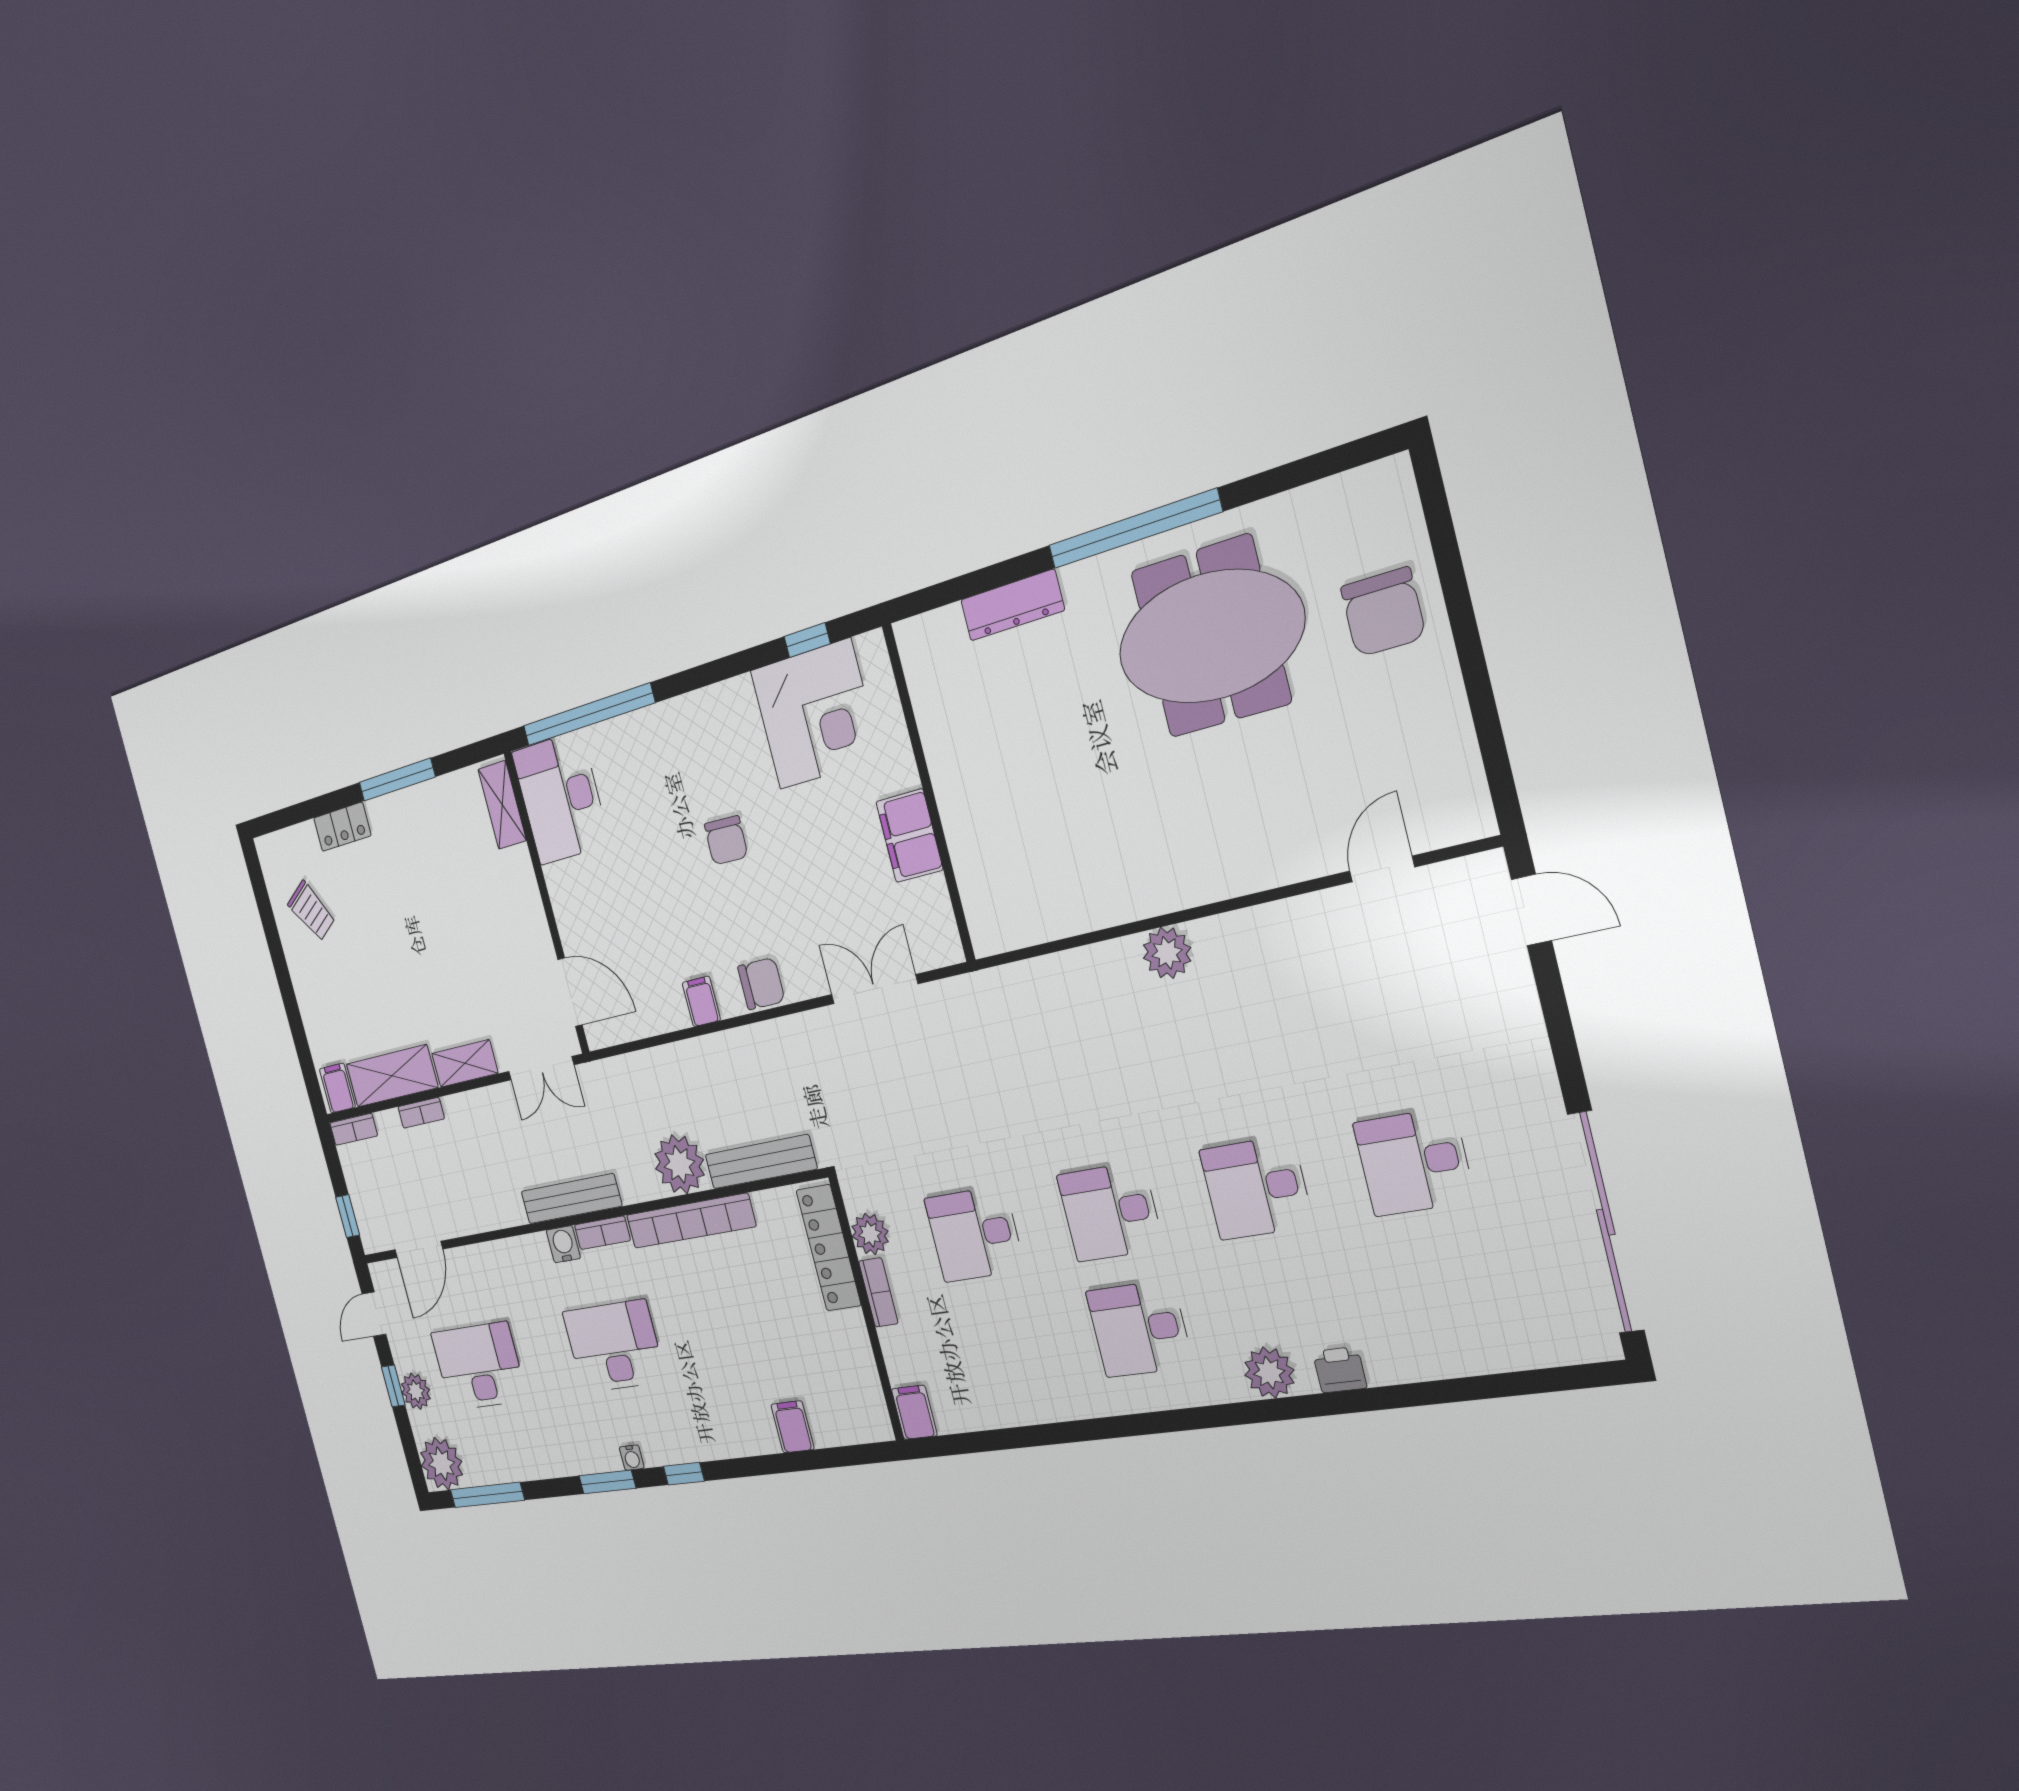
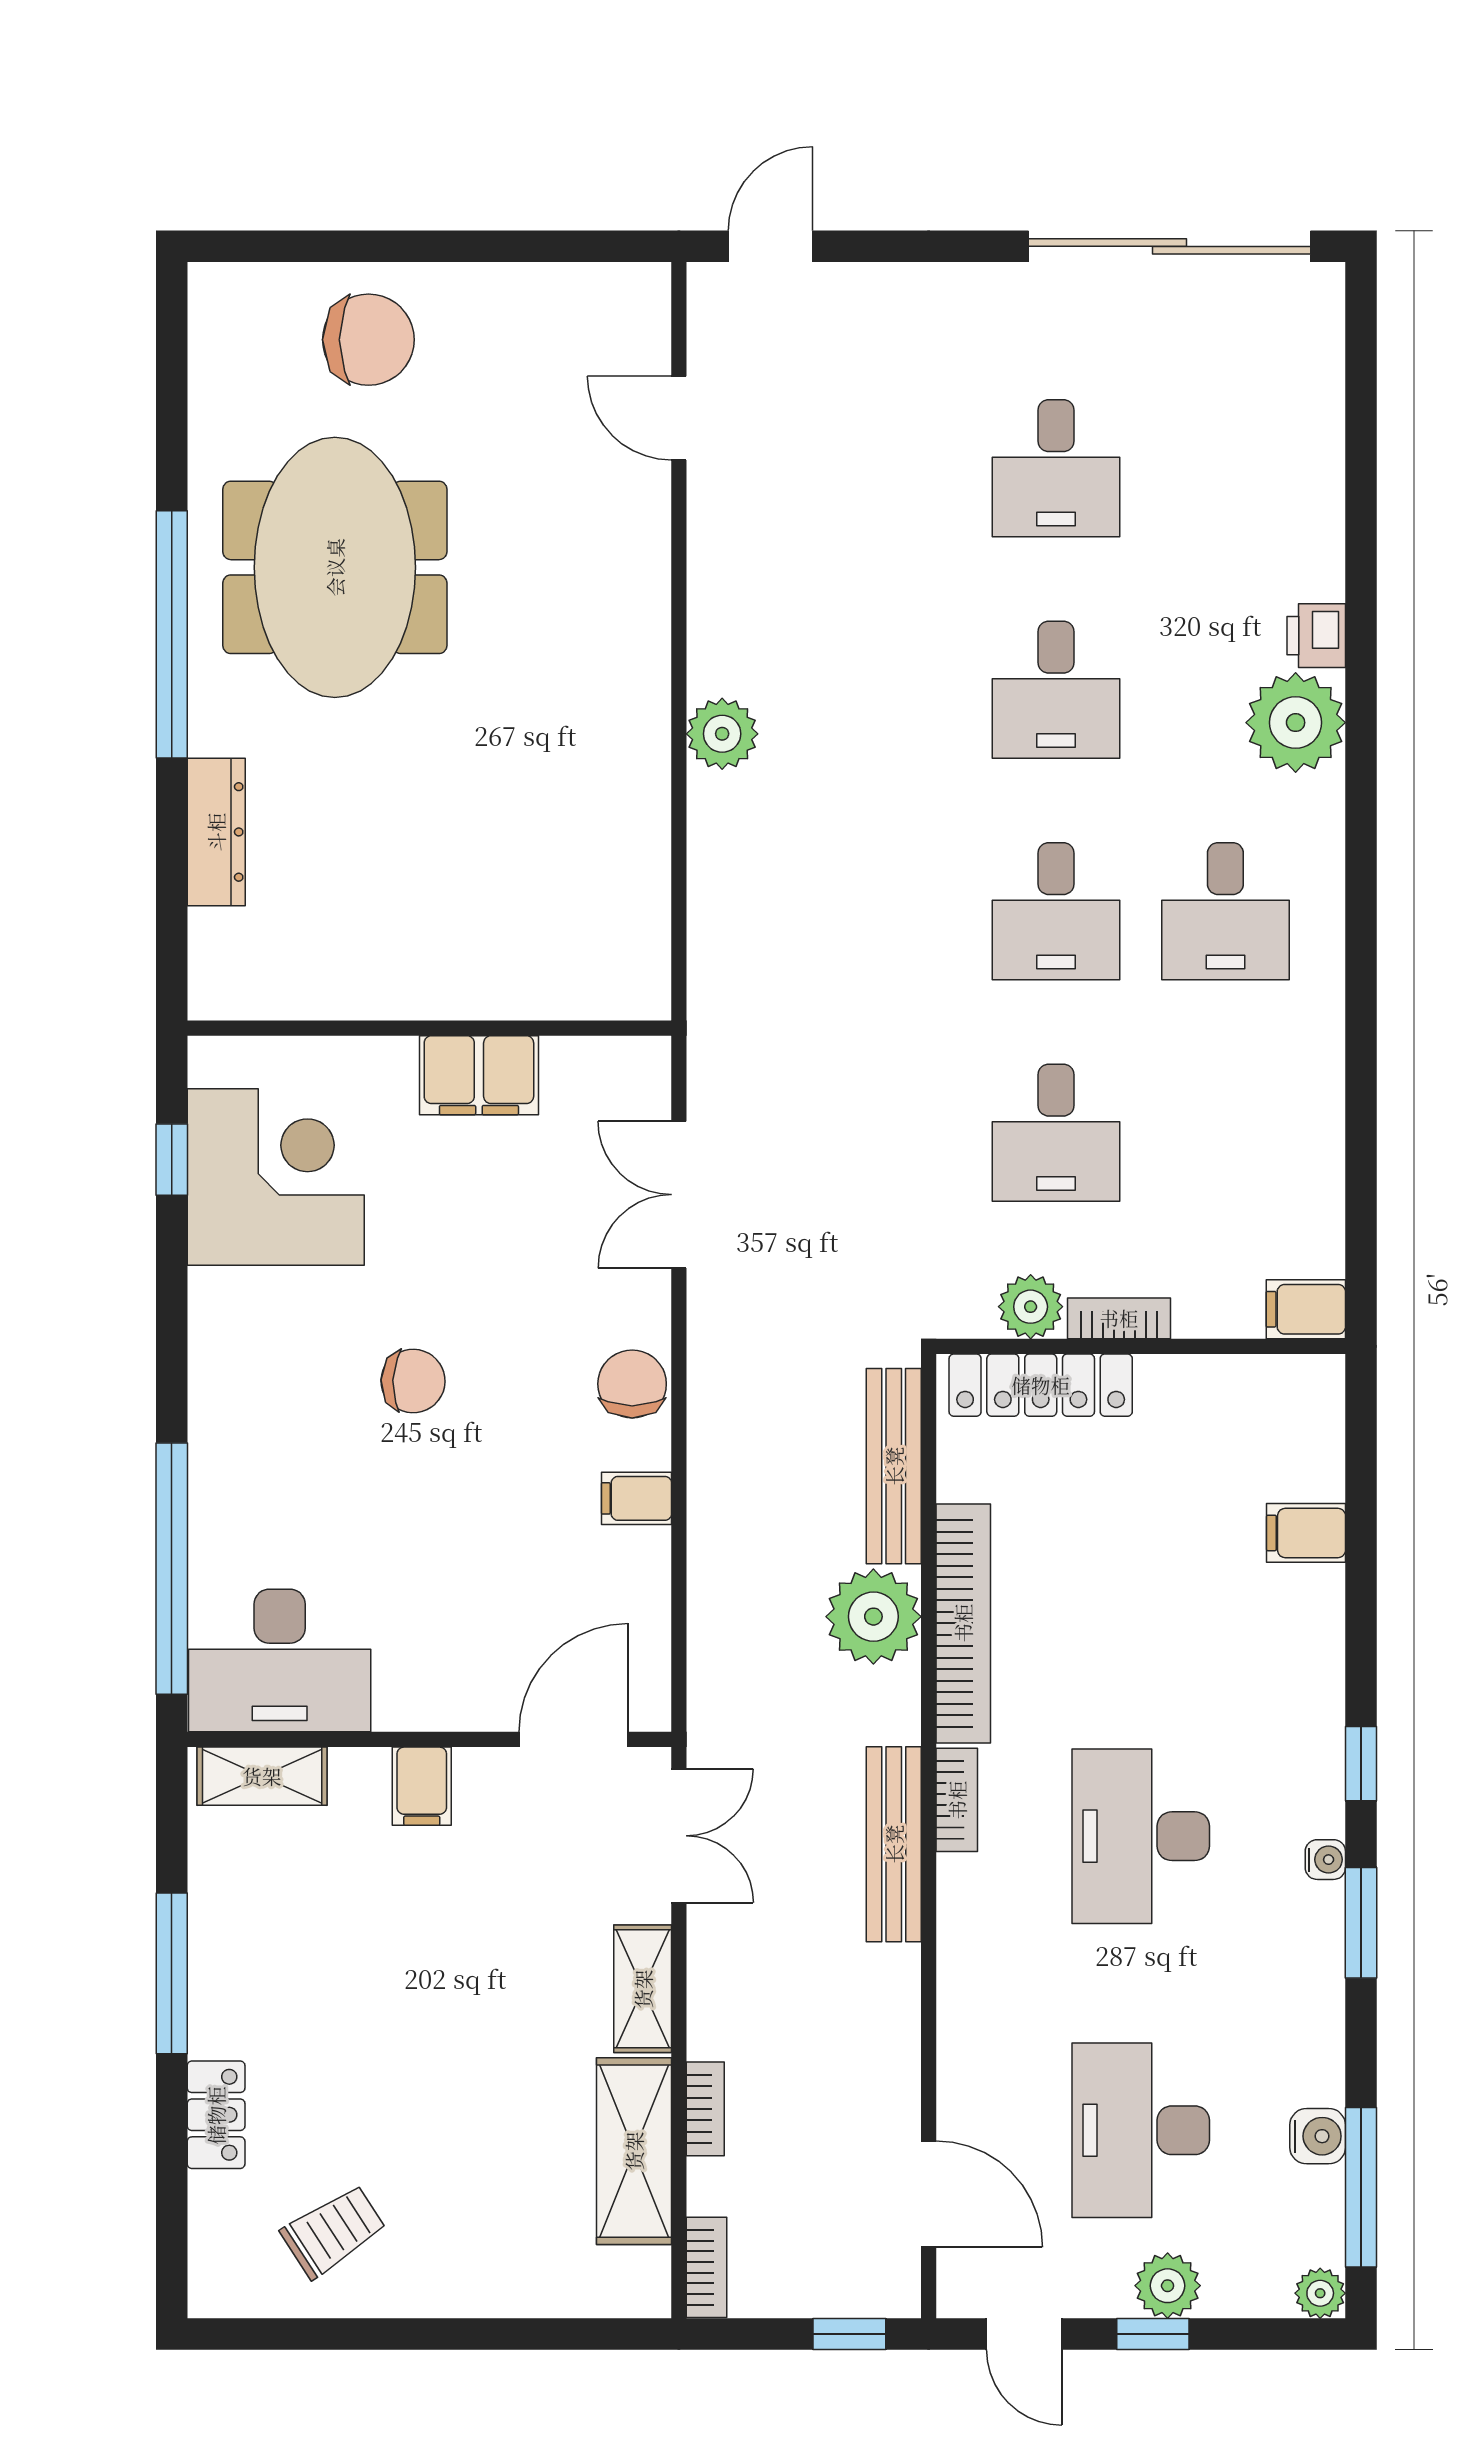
filing cabinet: (337, 1088) -> (422, 1786), moved, turned -90
water cooler: (563, 1244) -> (1318, 2136), moved, turned 180
plant: (1269, 1373) -> (1296, 723), width x1.36, depth x1.36
plant: (442, 1464) -> (1320, 2293), width x0.53, depth x0.53

